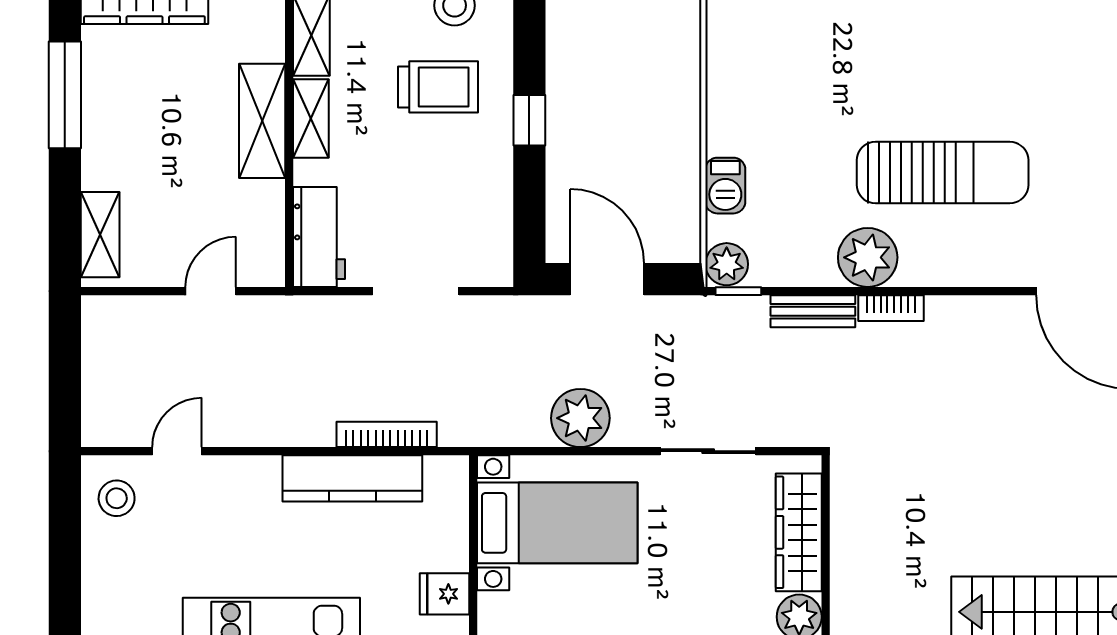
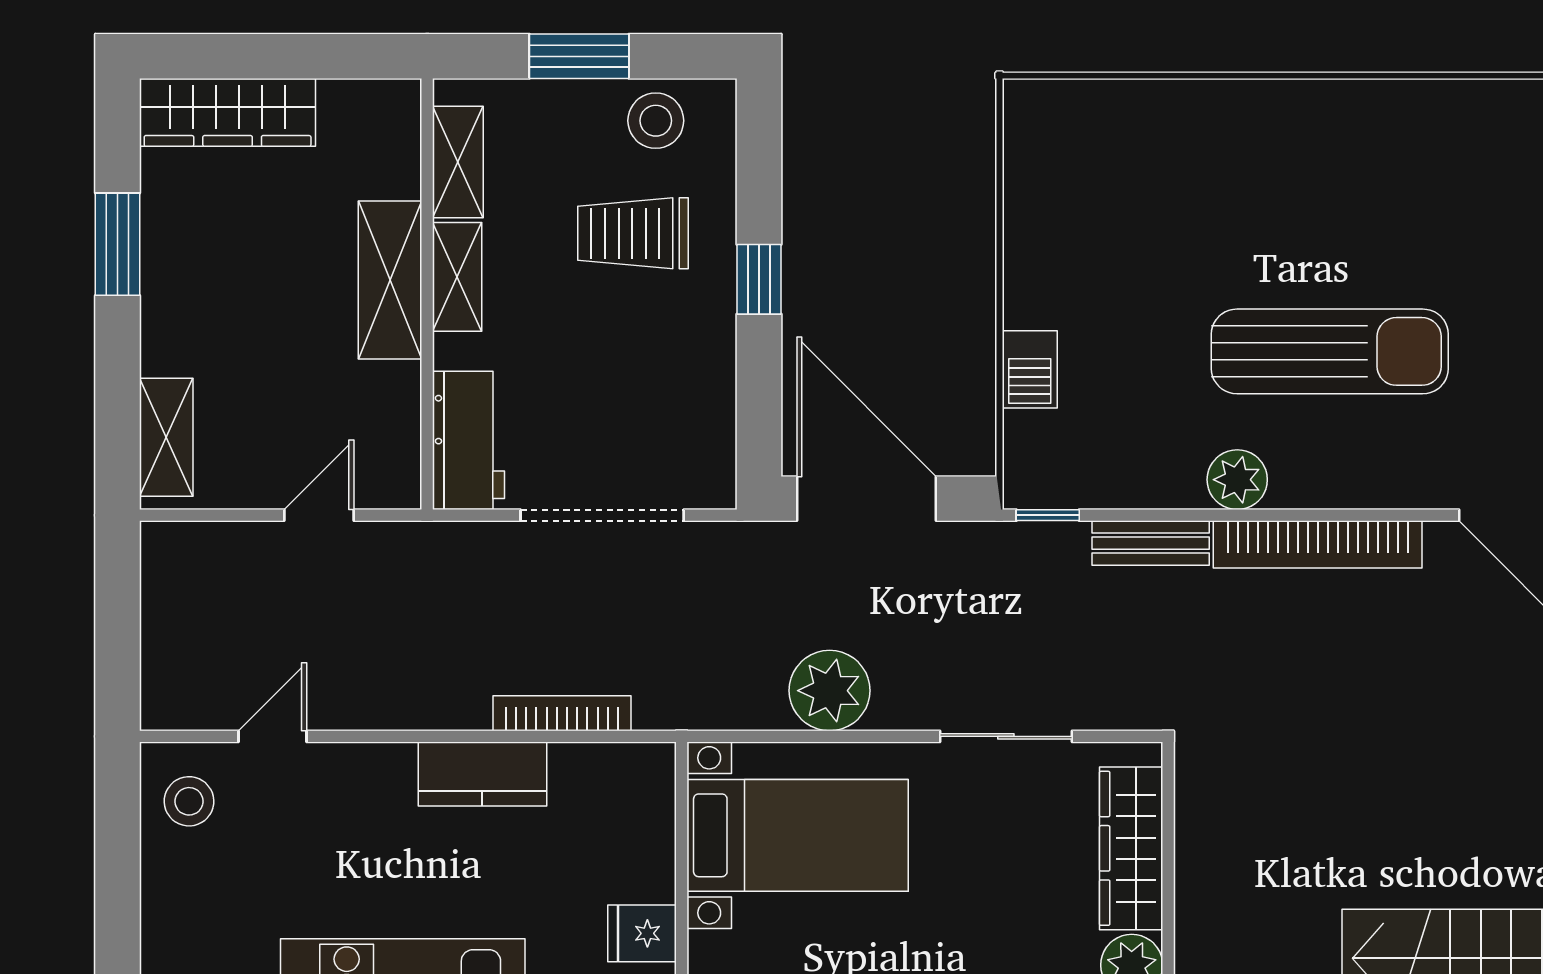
trolley: (438, 87) -> (633, 233), turned 180
window: (65, 95) -> (118, 244), width x0.69
plant: (868, 257) -> (1237, 480), width x0.73, depth x0.73
plant: (727, 264) -> (1032, 478), removed
door: (607, 279) -> (866, 499), width x1.36
doorway: (416, 291) -> (602, 515), width x1.36
bookcase: (891, 308) -> (1318, 544), width x2.31, depth x1.31
kitchen counter: (352, 478) -> (482, 774), width x0.67

